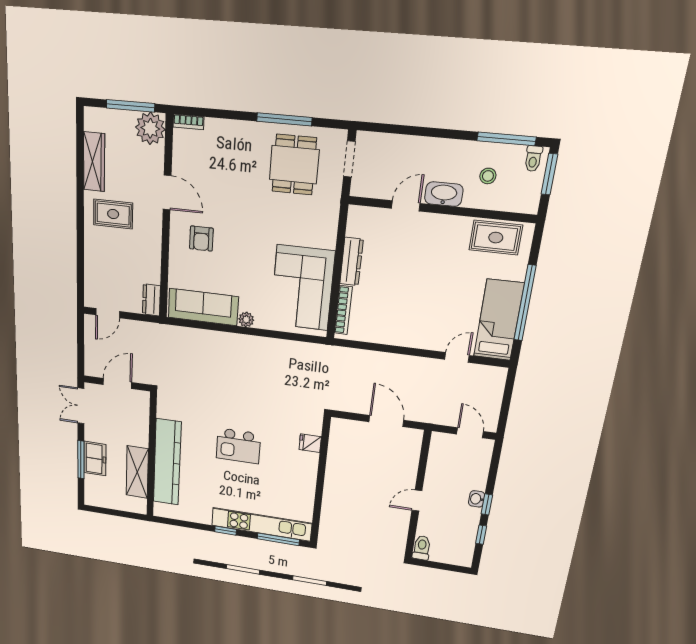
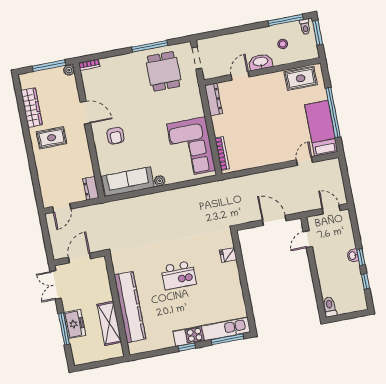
plant: (150, 128) -> (69, 70), width x0.53, depth x0.53
dresser: (351, 262) -> (214, 99), moved
door: (417, 501) -> (308, 239), moved

